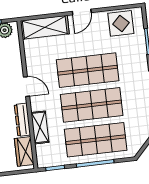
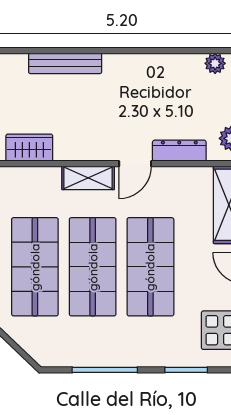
dresser: (22, 120) -> (179, 151), moved
shelving: (40, 127) -> (88, 178), moved

